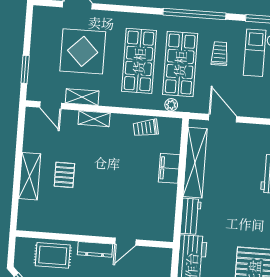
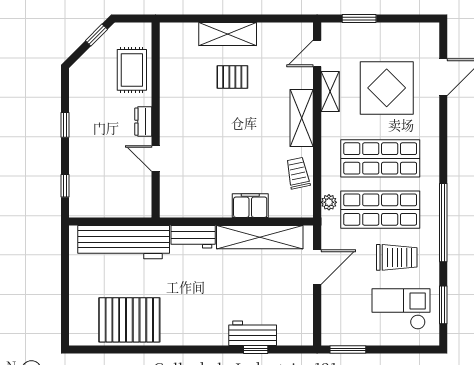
trolley: (220, 54) -> (397, 257), width x1.36, depth x1.39
shelving: (94, 119) -> (302, 118), width x1.50, depth x1.33
dresser: (95, 249) -> (143, 122), width x0.70

